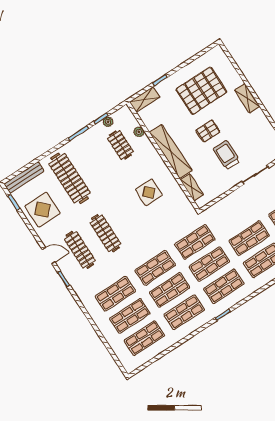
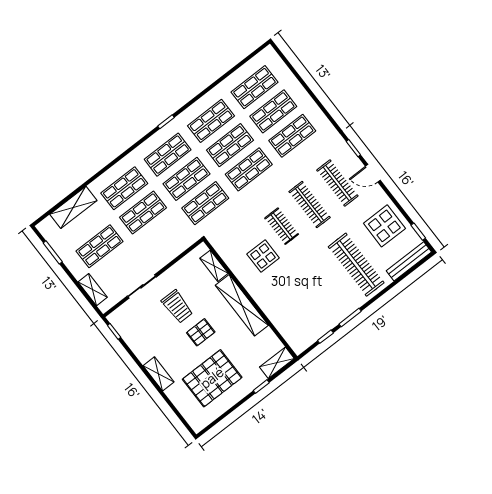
plant: (108, 122) -> (317, 333), removed
plant: (139, 132) -> (280, 325), removed
clothes rail: (120, 145) -> (282, 226), moved

